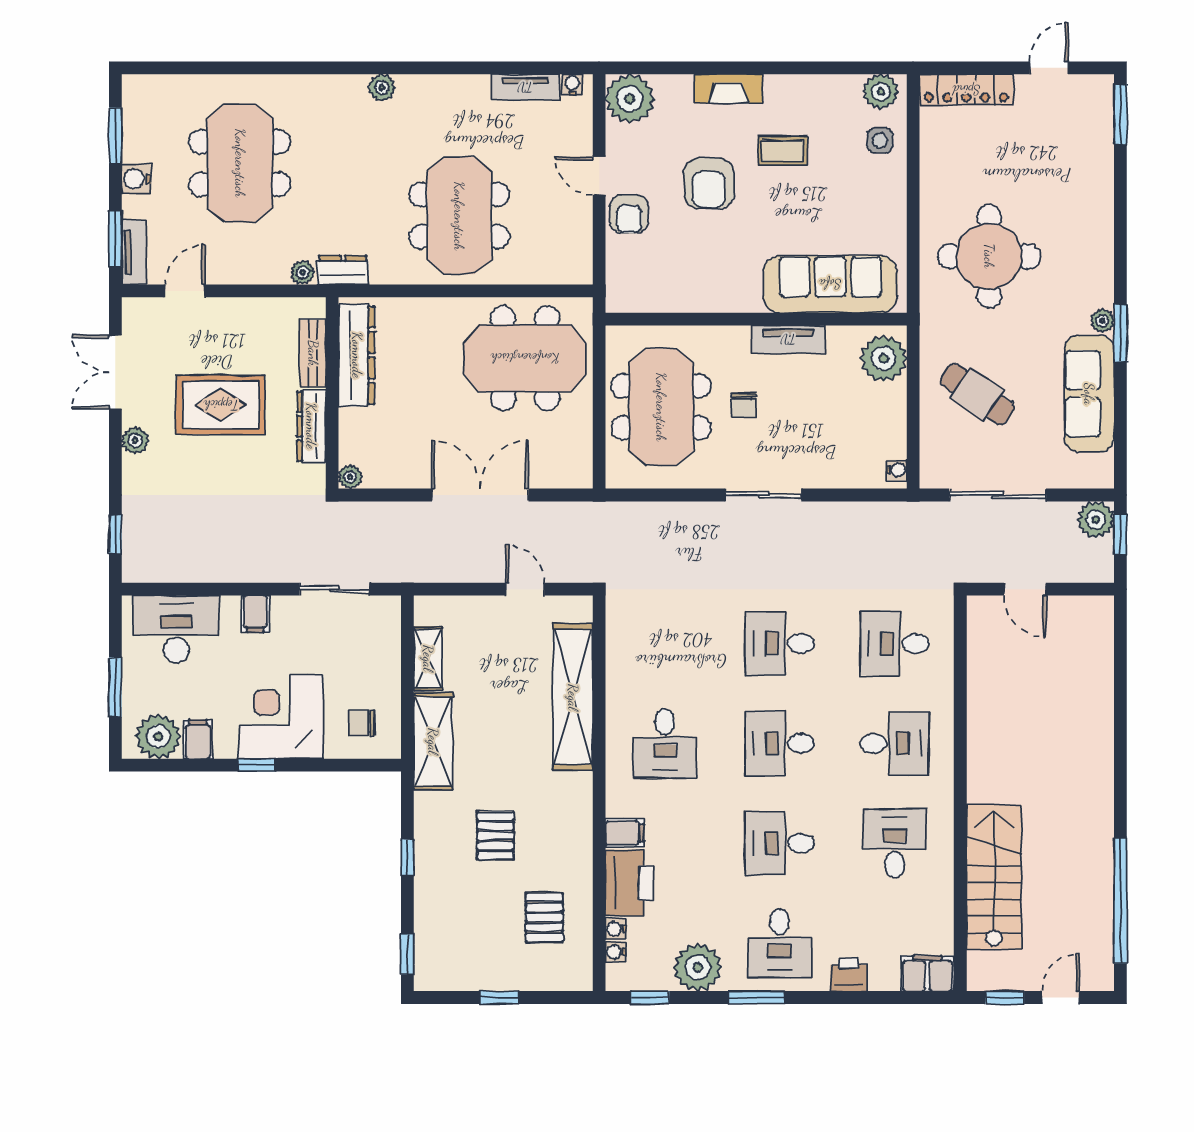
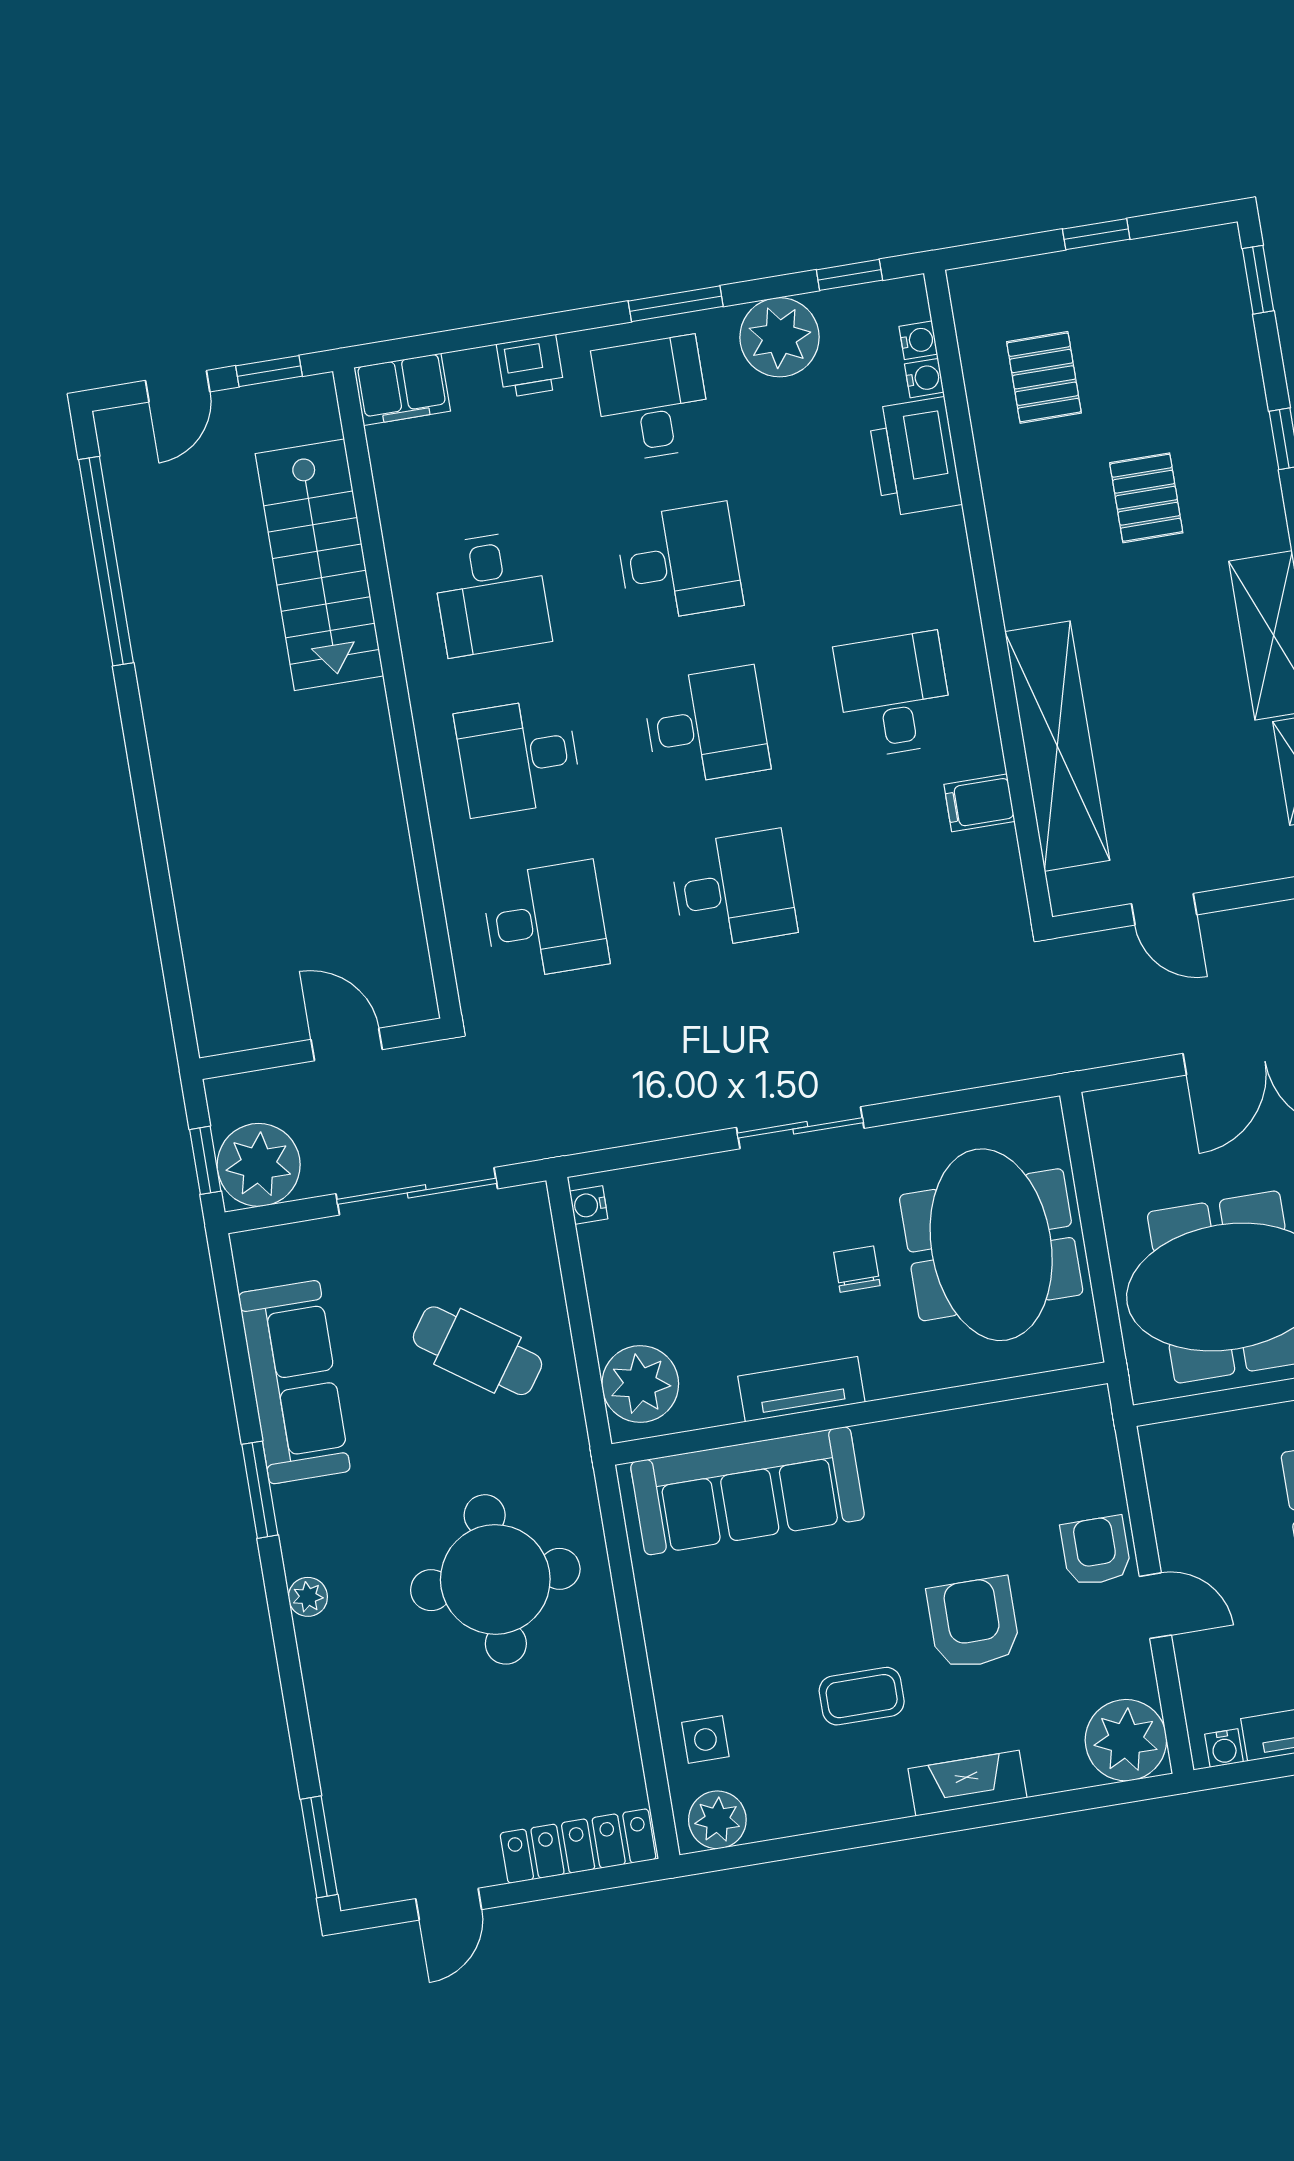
plant: (1102, 321) -> (308, 1597), moved
plant: (1096, 520) -> (259, 1165), width x1.36, depth x1.36
filing cabinet: (625, 833) -> (979, 803), moved

